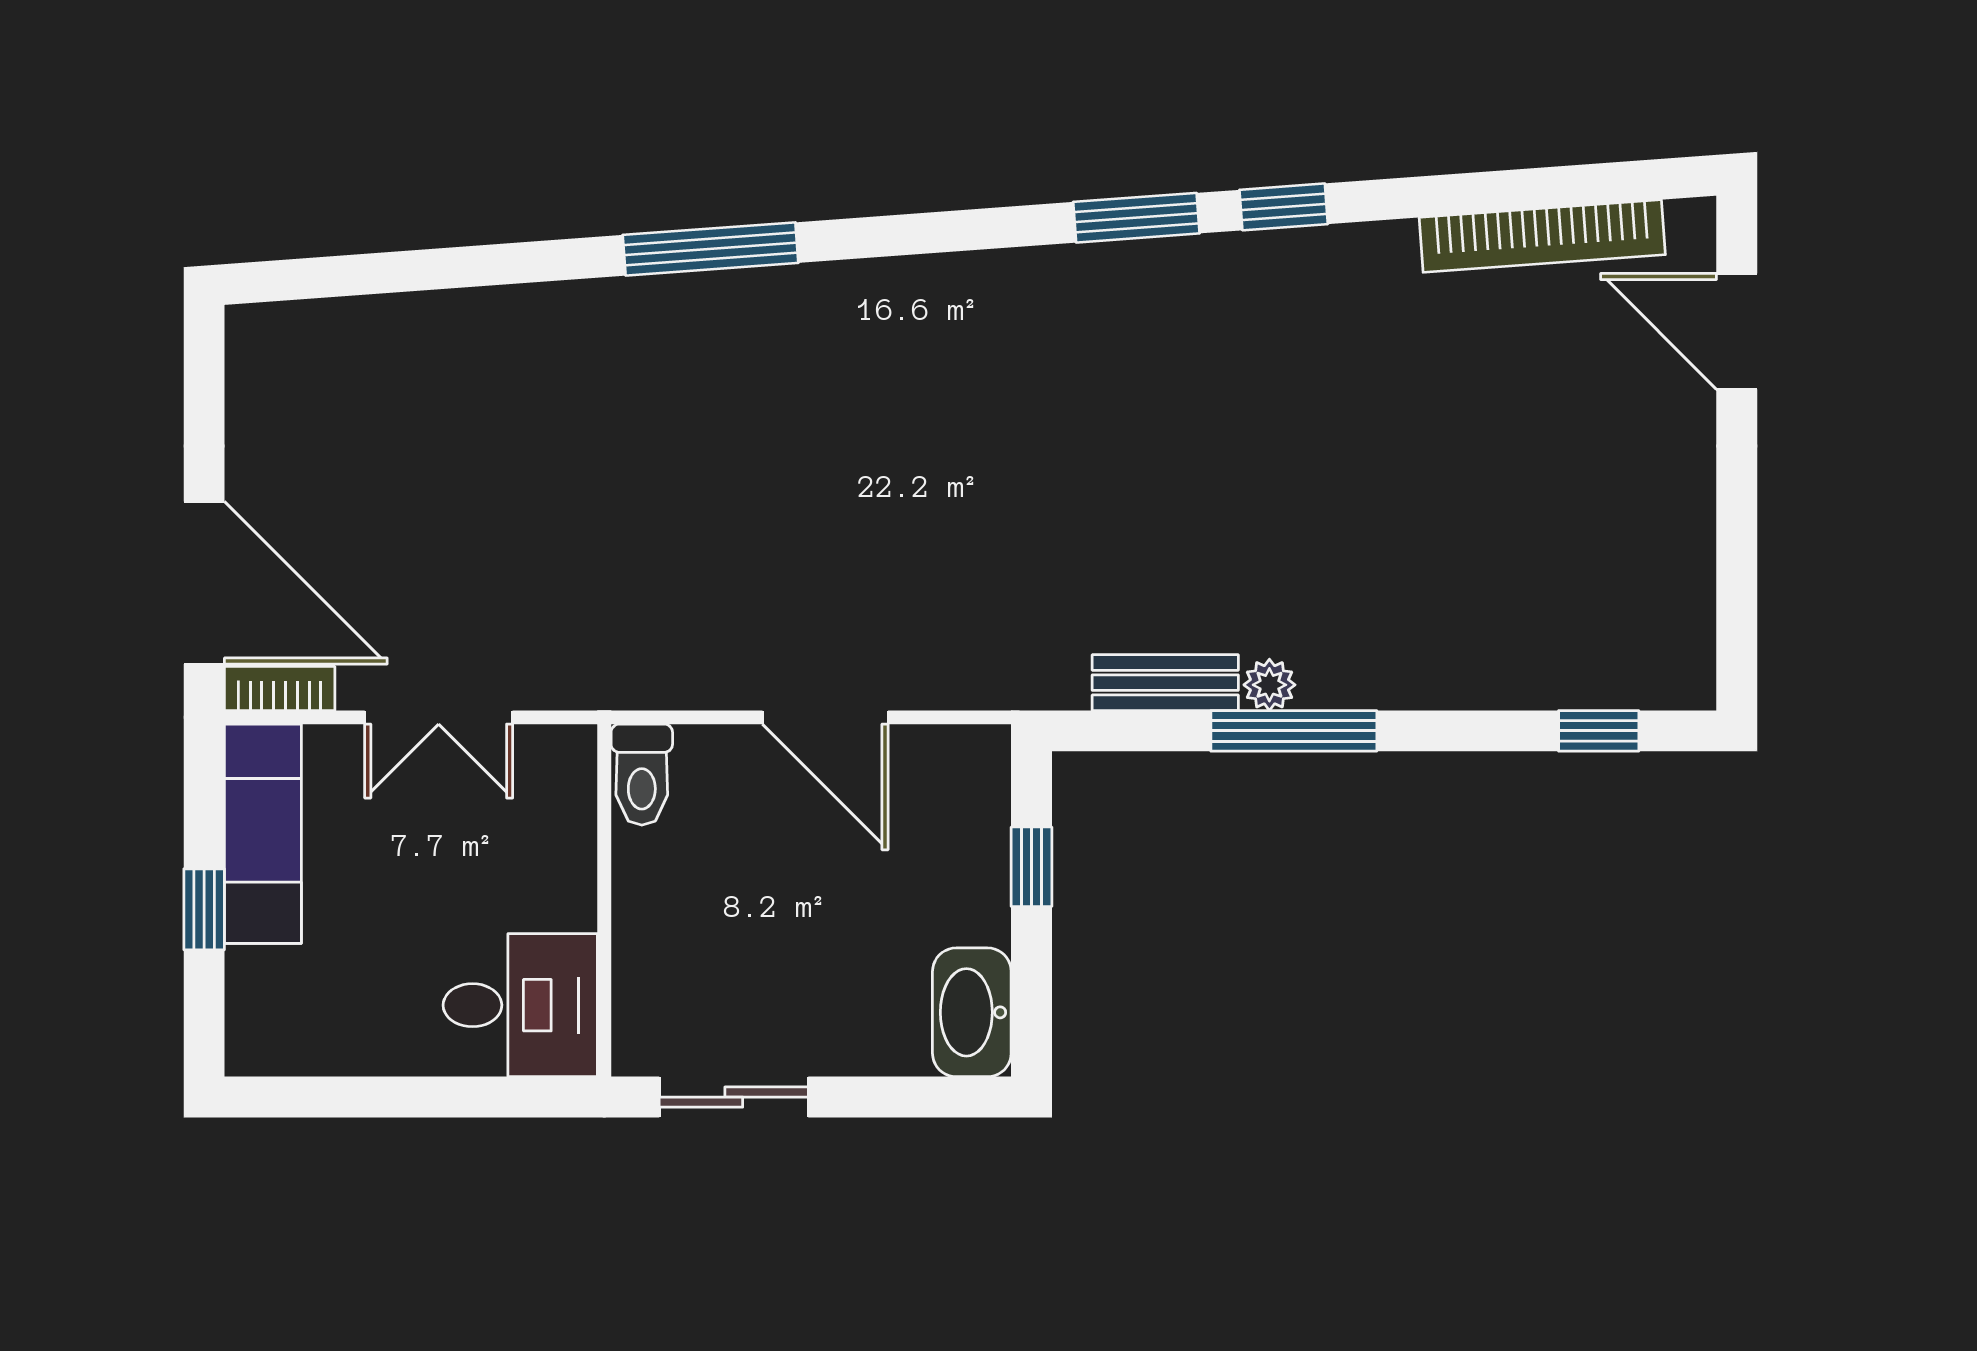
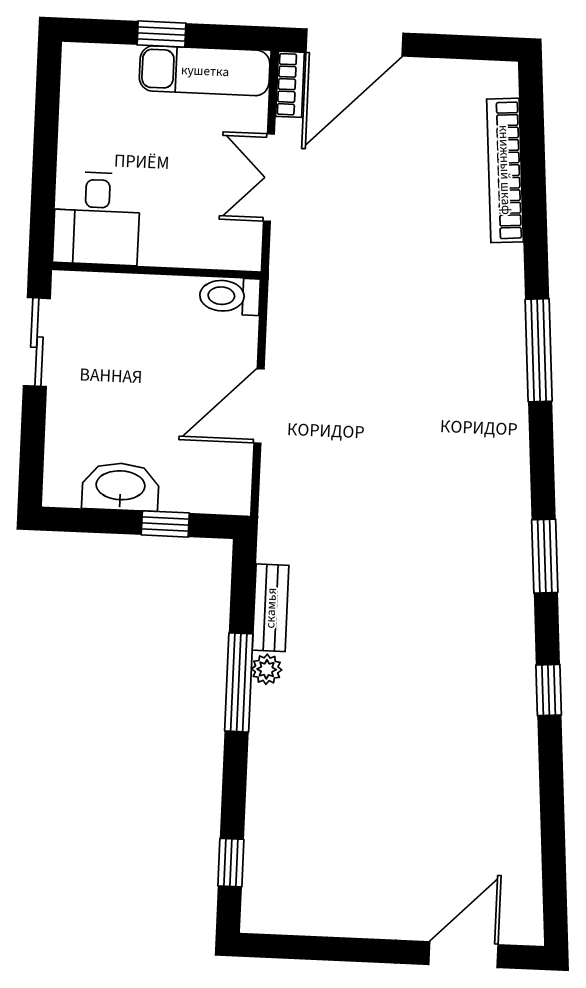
window: (1136, 218) -> (545, 556), moved
bookcase: (1542, 236) -> (505, 170), moved
washbasin: (972, 1012) -> (120, 487), moved

